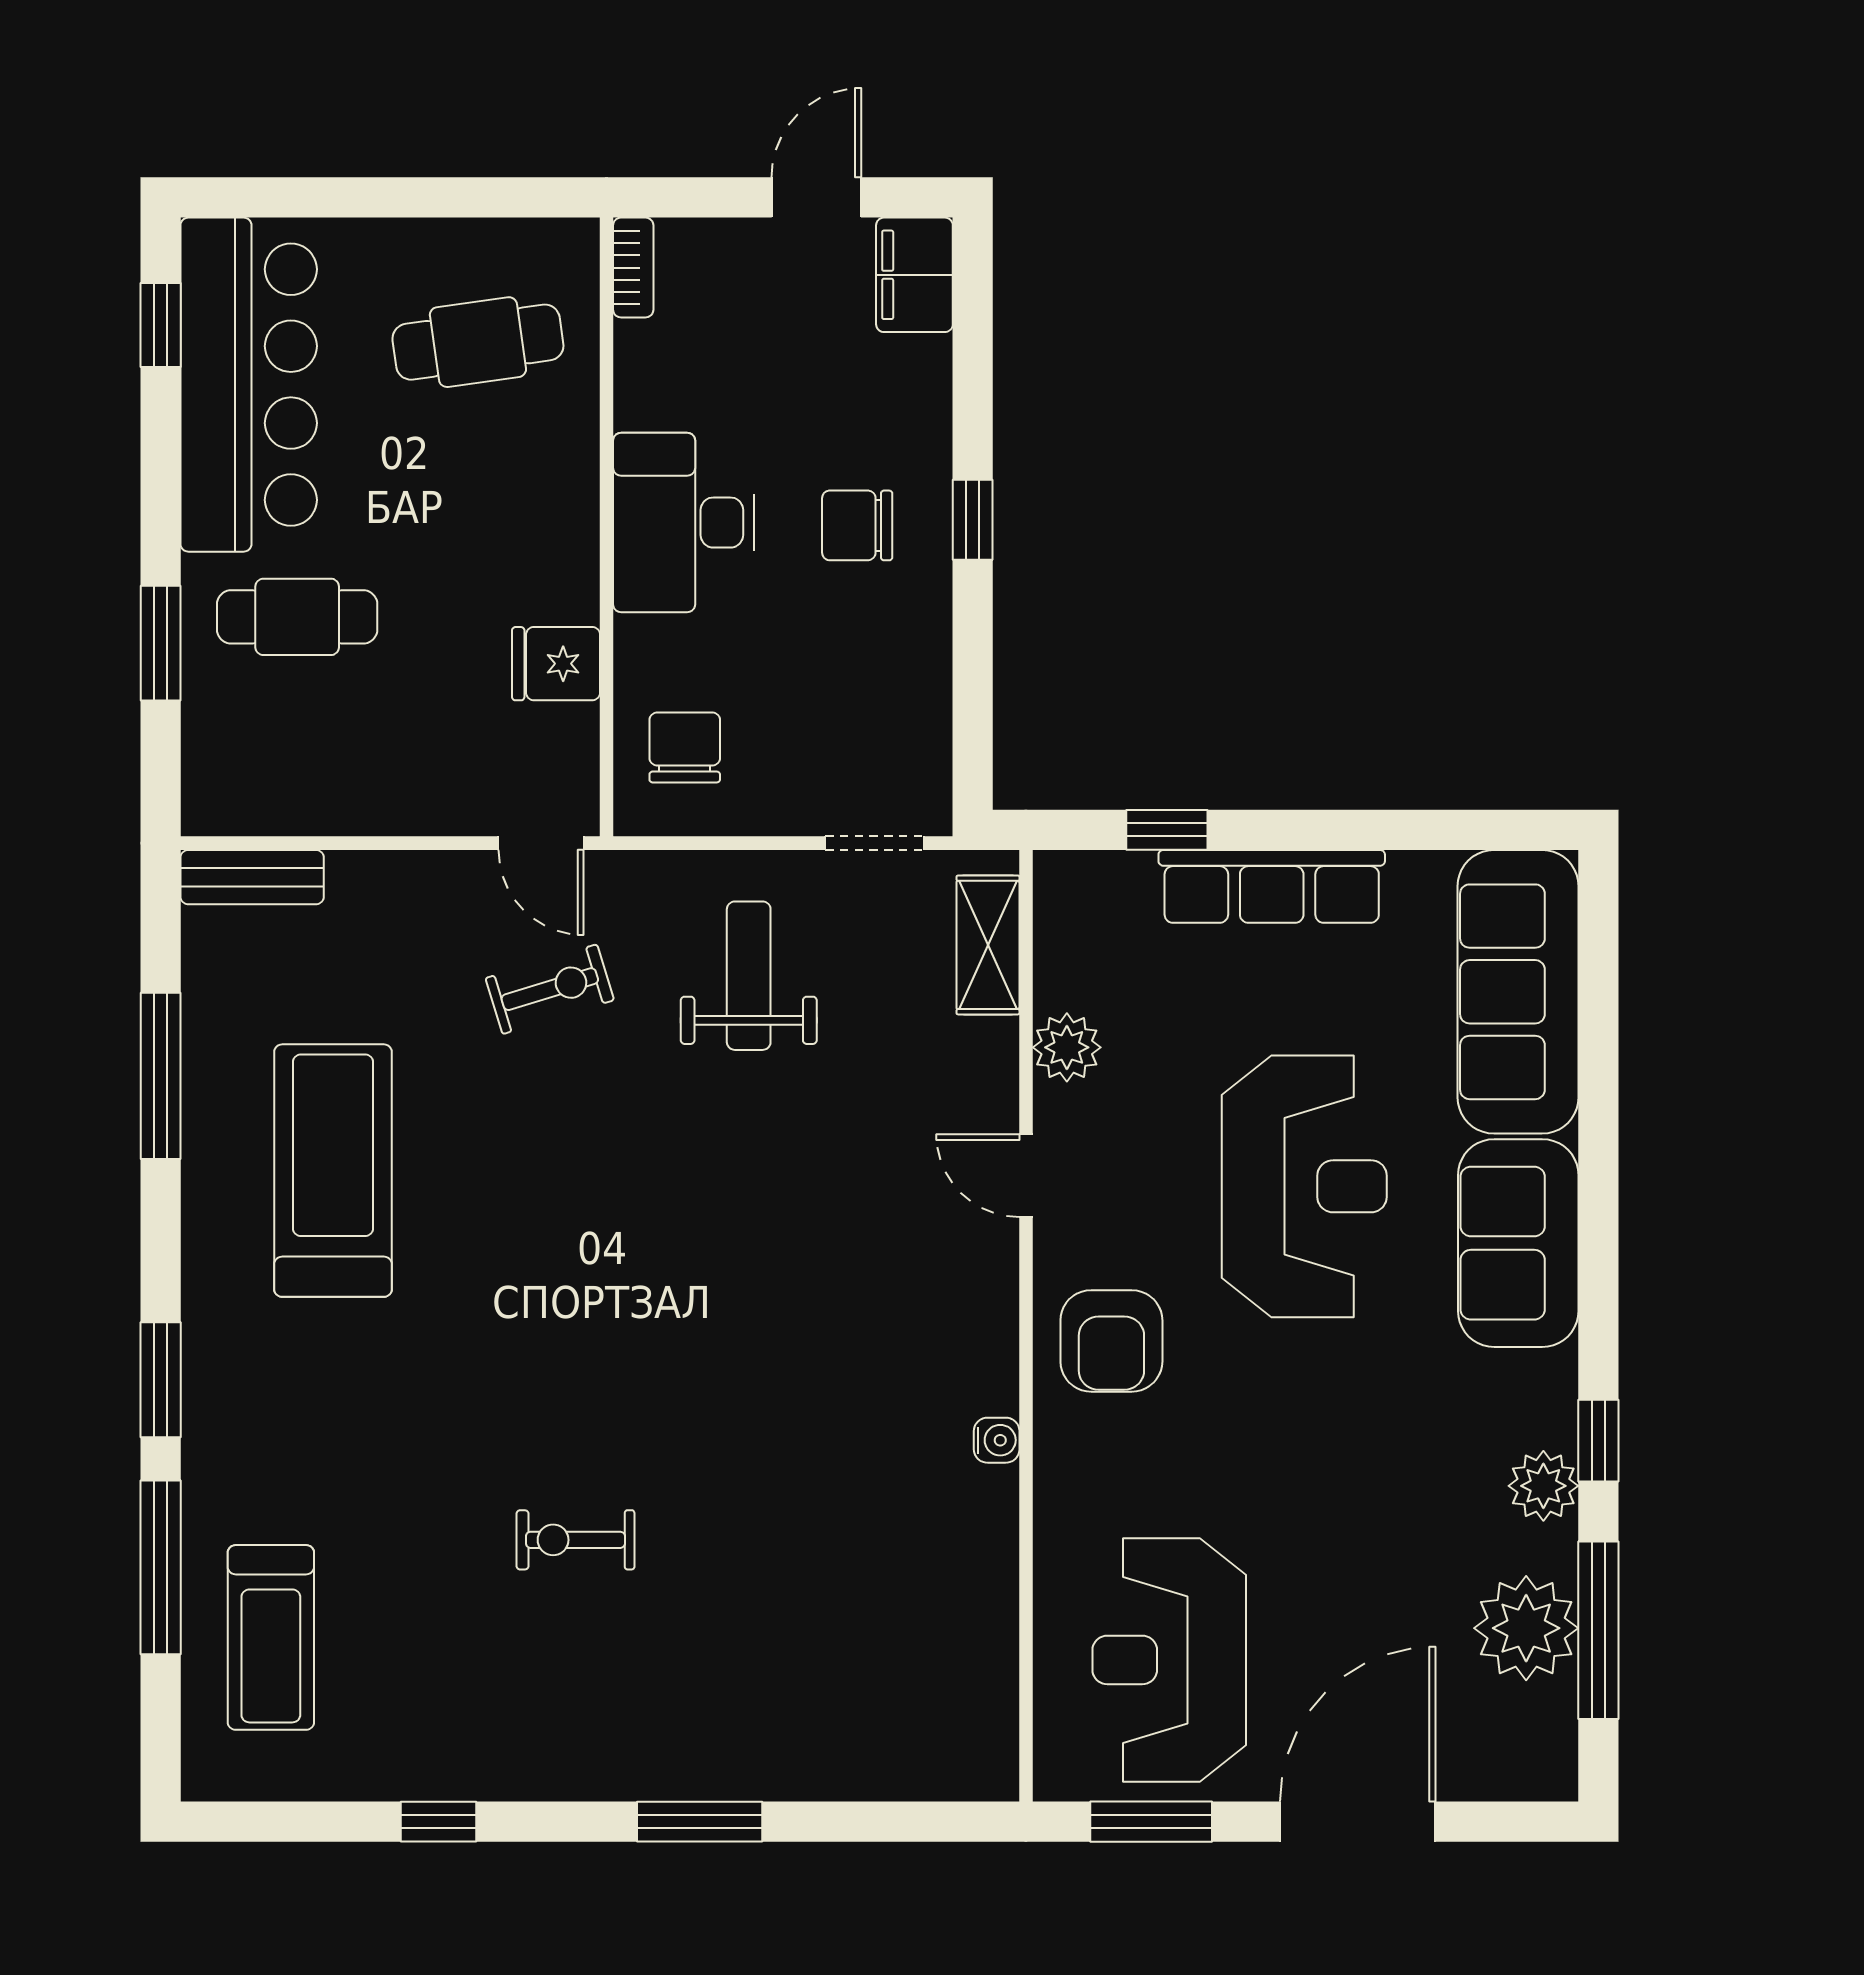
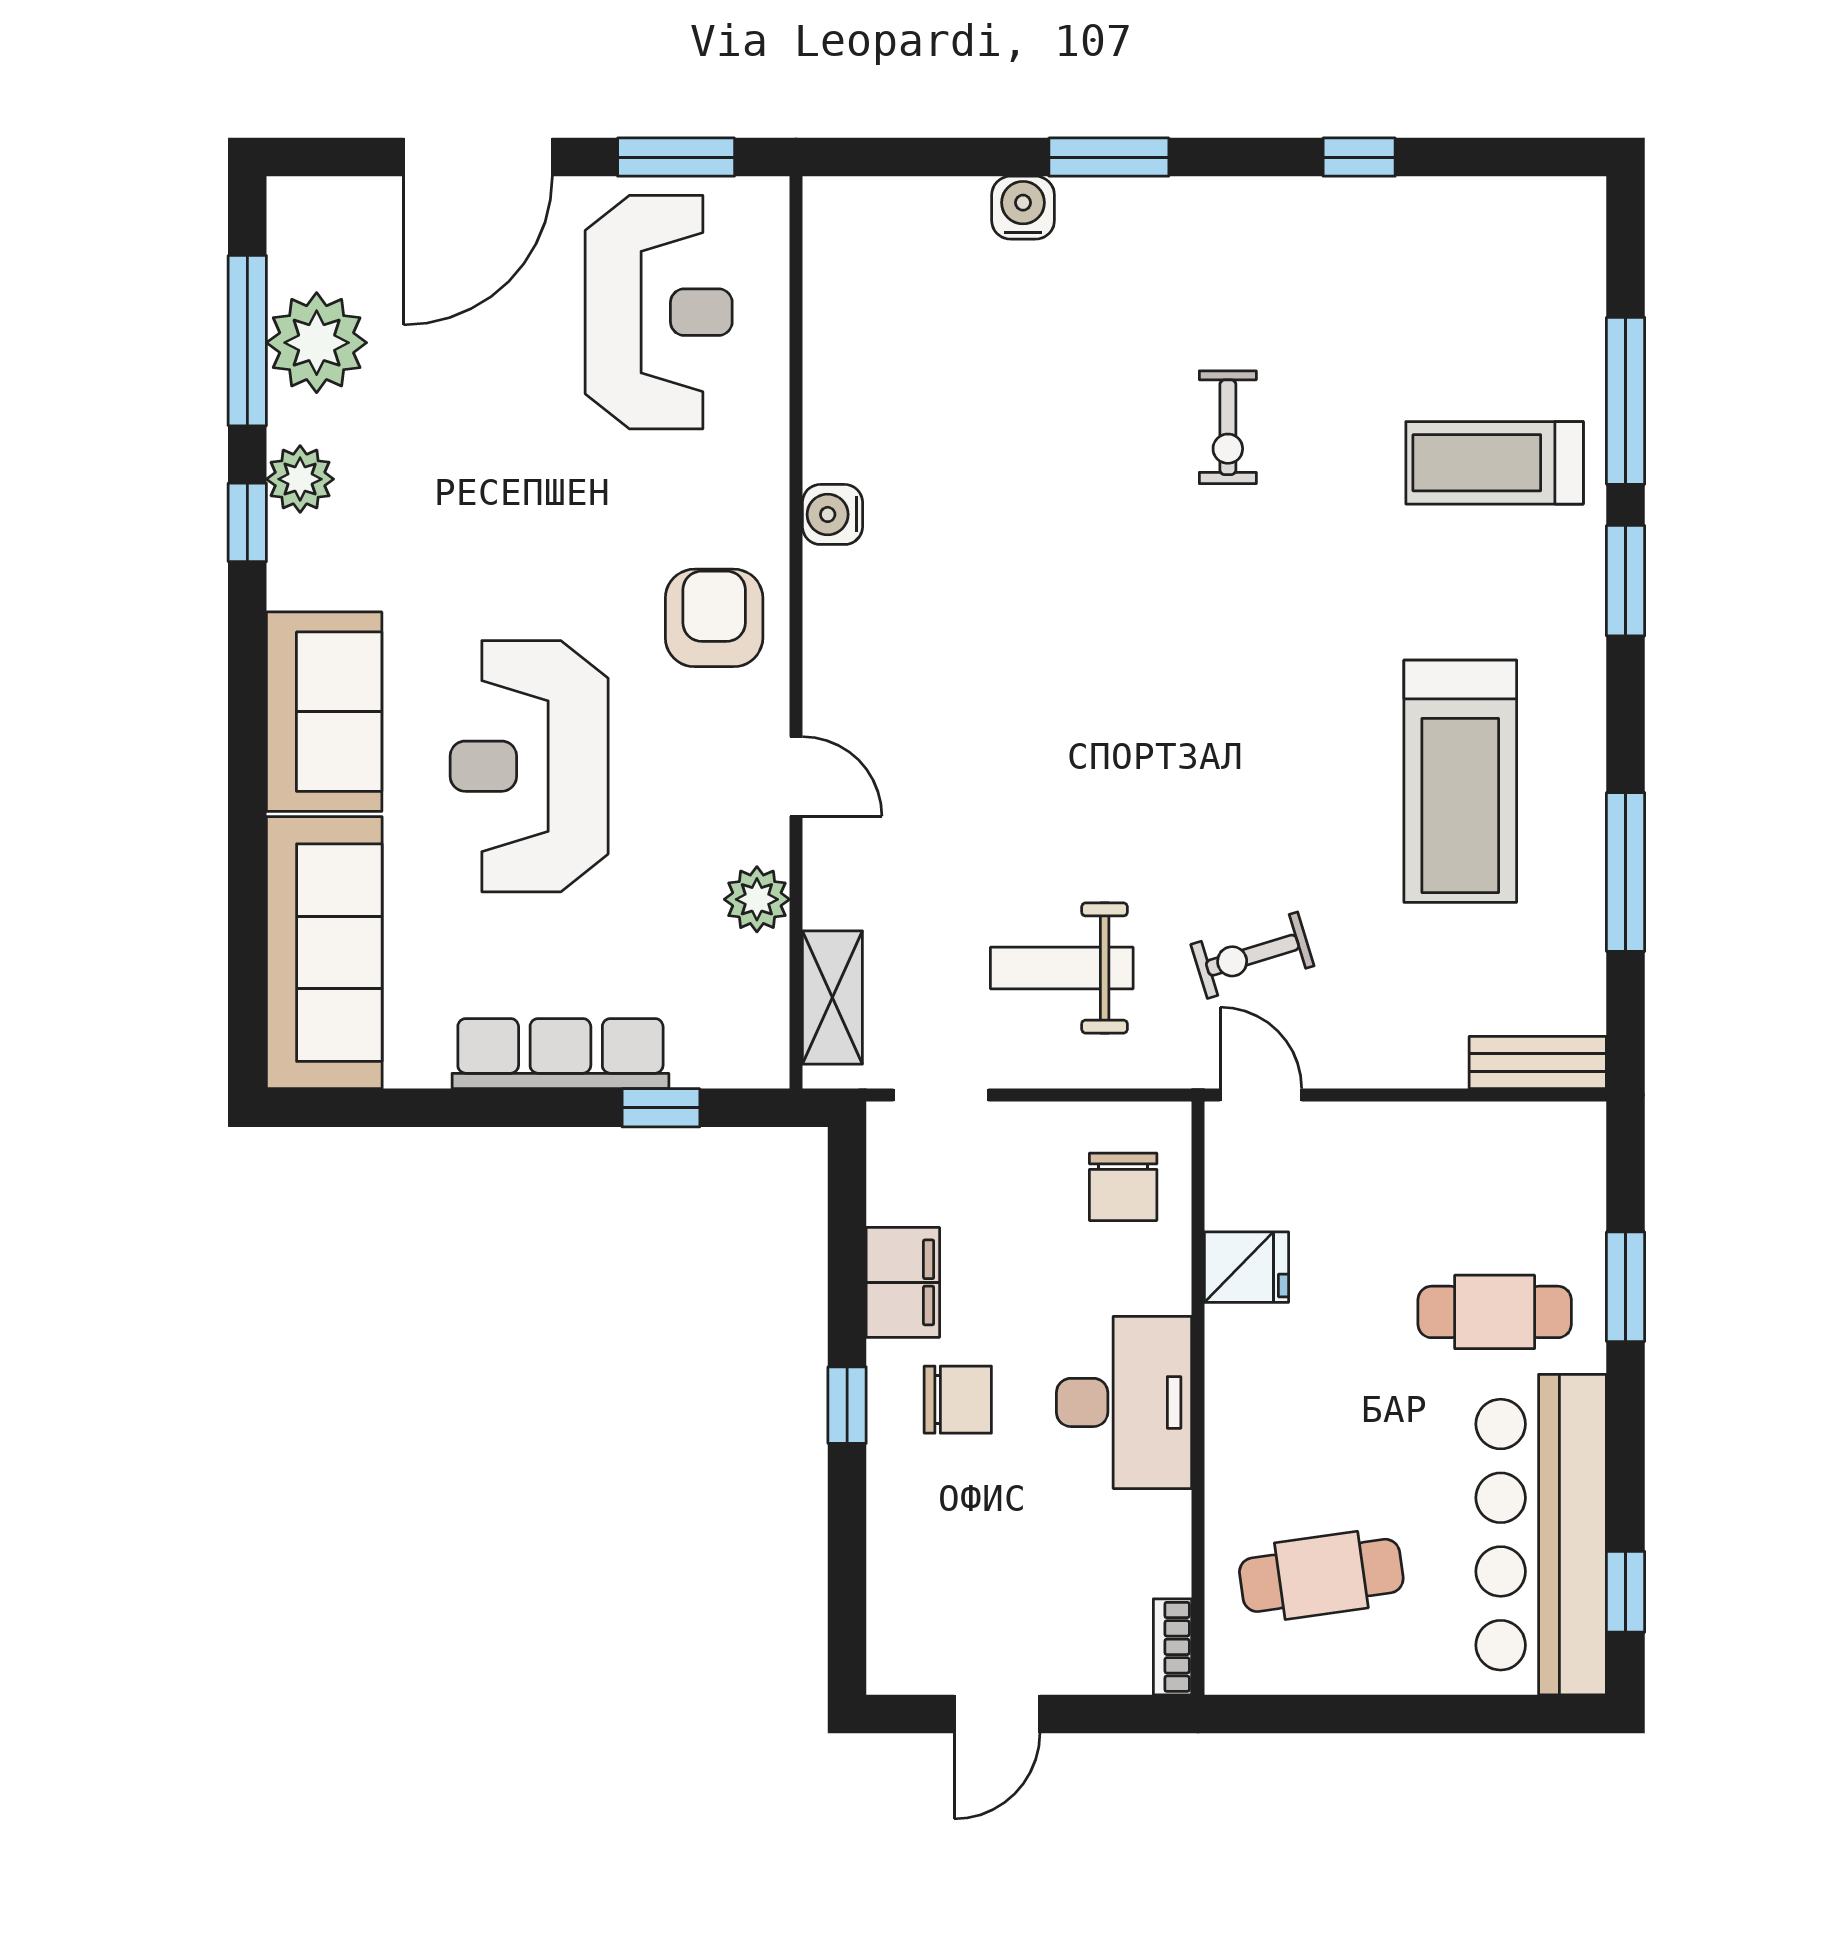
filing cabinet: (914, 275) -> (903, 1282), moved
weight bench: (749, 976) -> (1062, 968), turned 90
water cooler: (997, 1440) -> (832, 514), width x1.38, depth x1.38
exercise bike: (575, 1540) -> (1228, 427), turned 90
treadmill: (271, 1637) -> (1495, 463), moved, turned -90
water cooler: (789, 1769) -> (1023, 208), added

